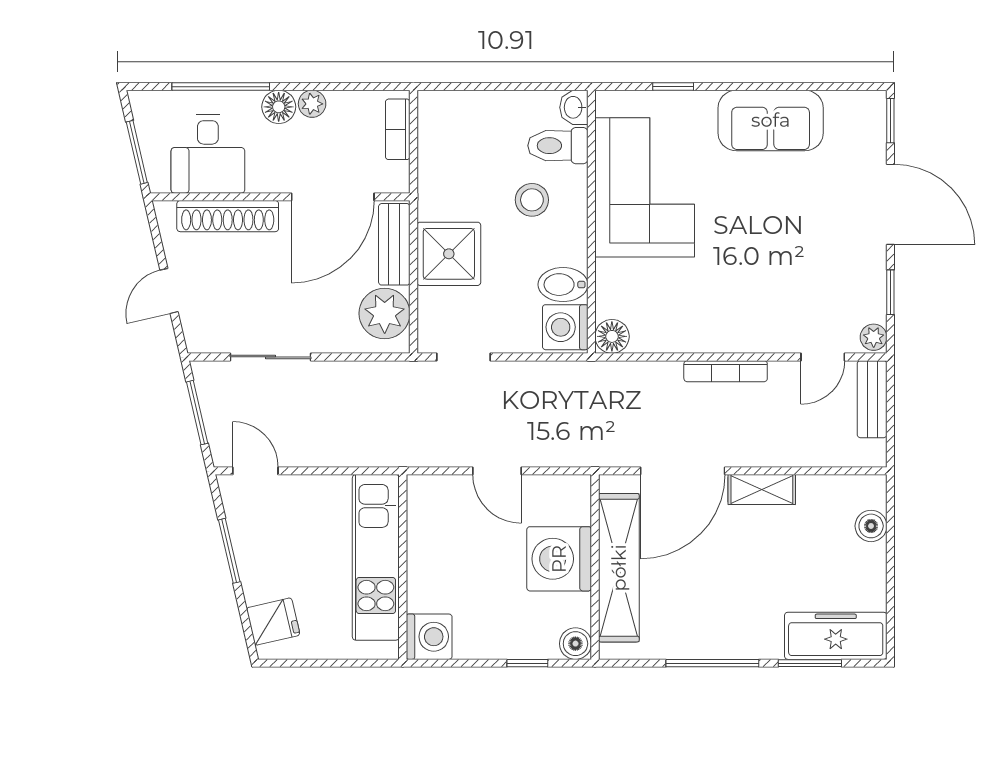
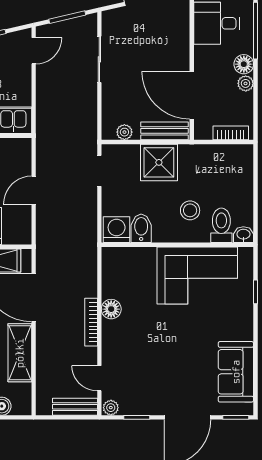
sofa: (771, 120) -> (236, 372), moved
shoe rack: (228, 216) -> (181, 35), removed
plant: (385, 313) -> (124, 132), width x0.53, depth x0.53
floor lamp: (612, 336) -> (111, 309), moved
shelving: (762, 490) -> (20, 353), width x1.50, depth x1.33

